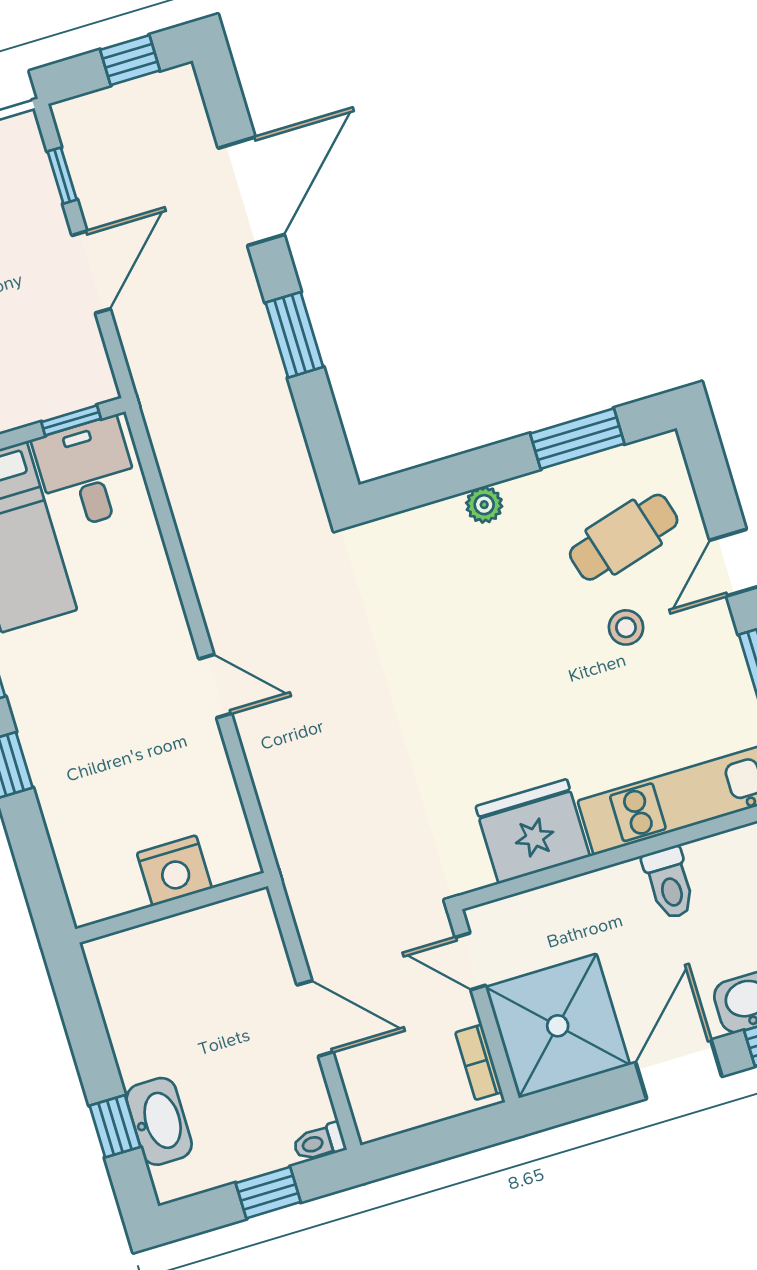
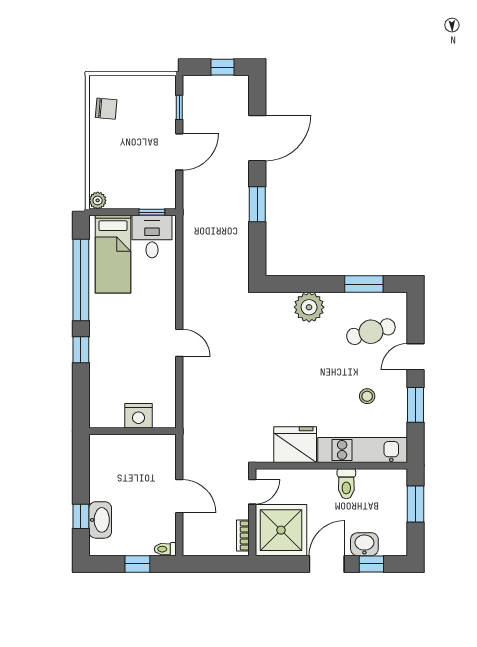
plant: (484, 505) -> (309, 307), width x1.88, depth x1.88
stool: (626, 627) -> (367, 396), moved
door: (470, 961) -> (252, 492), swing flipped

